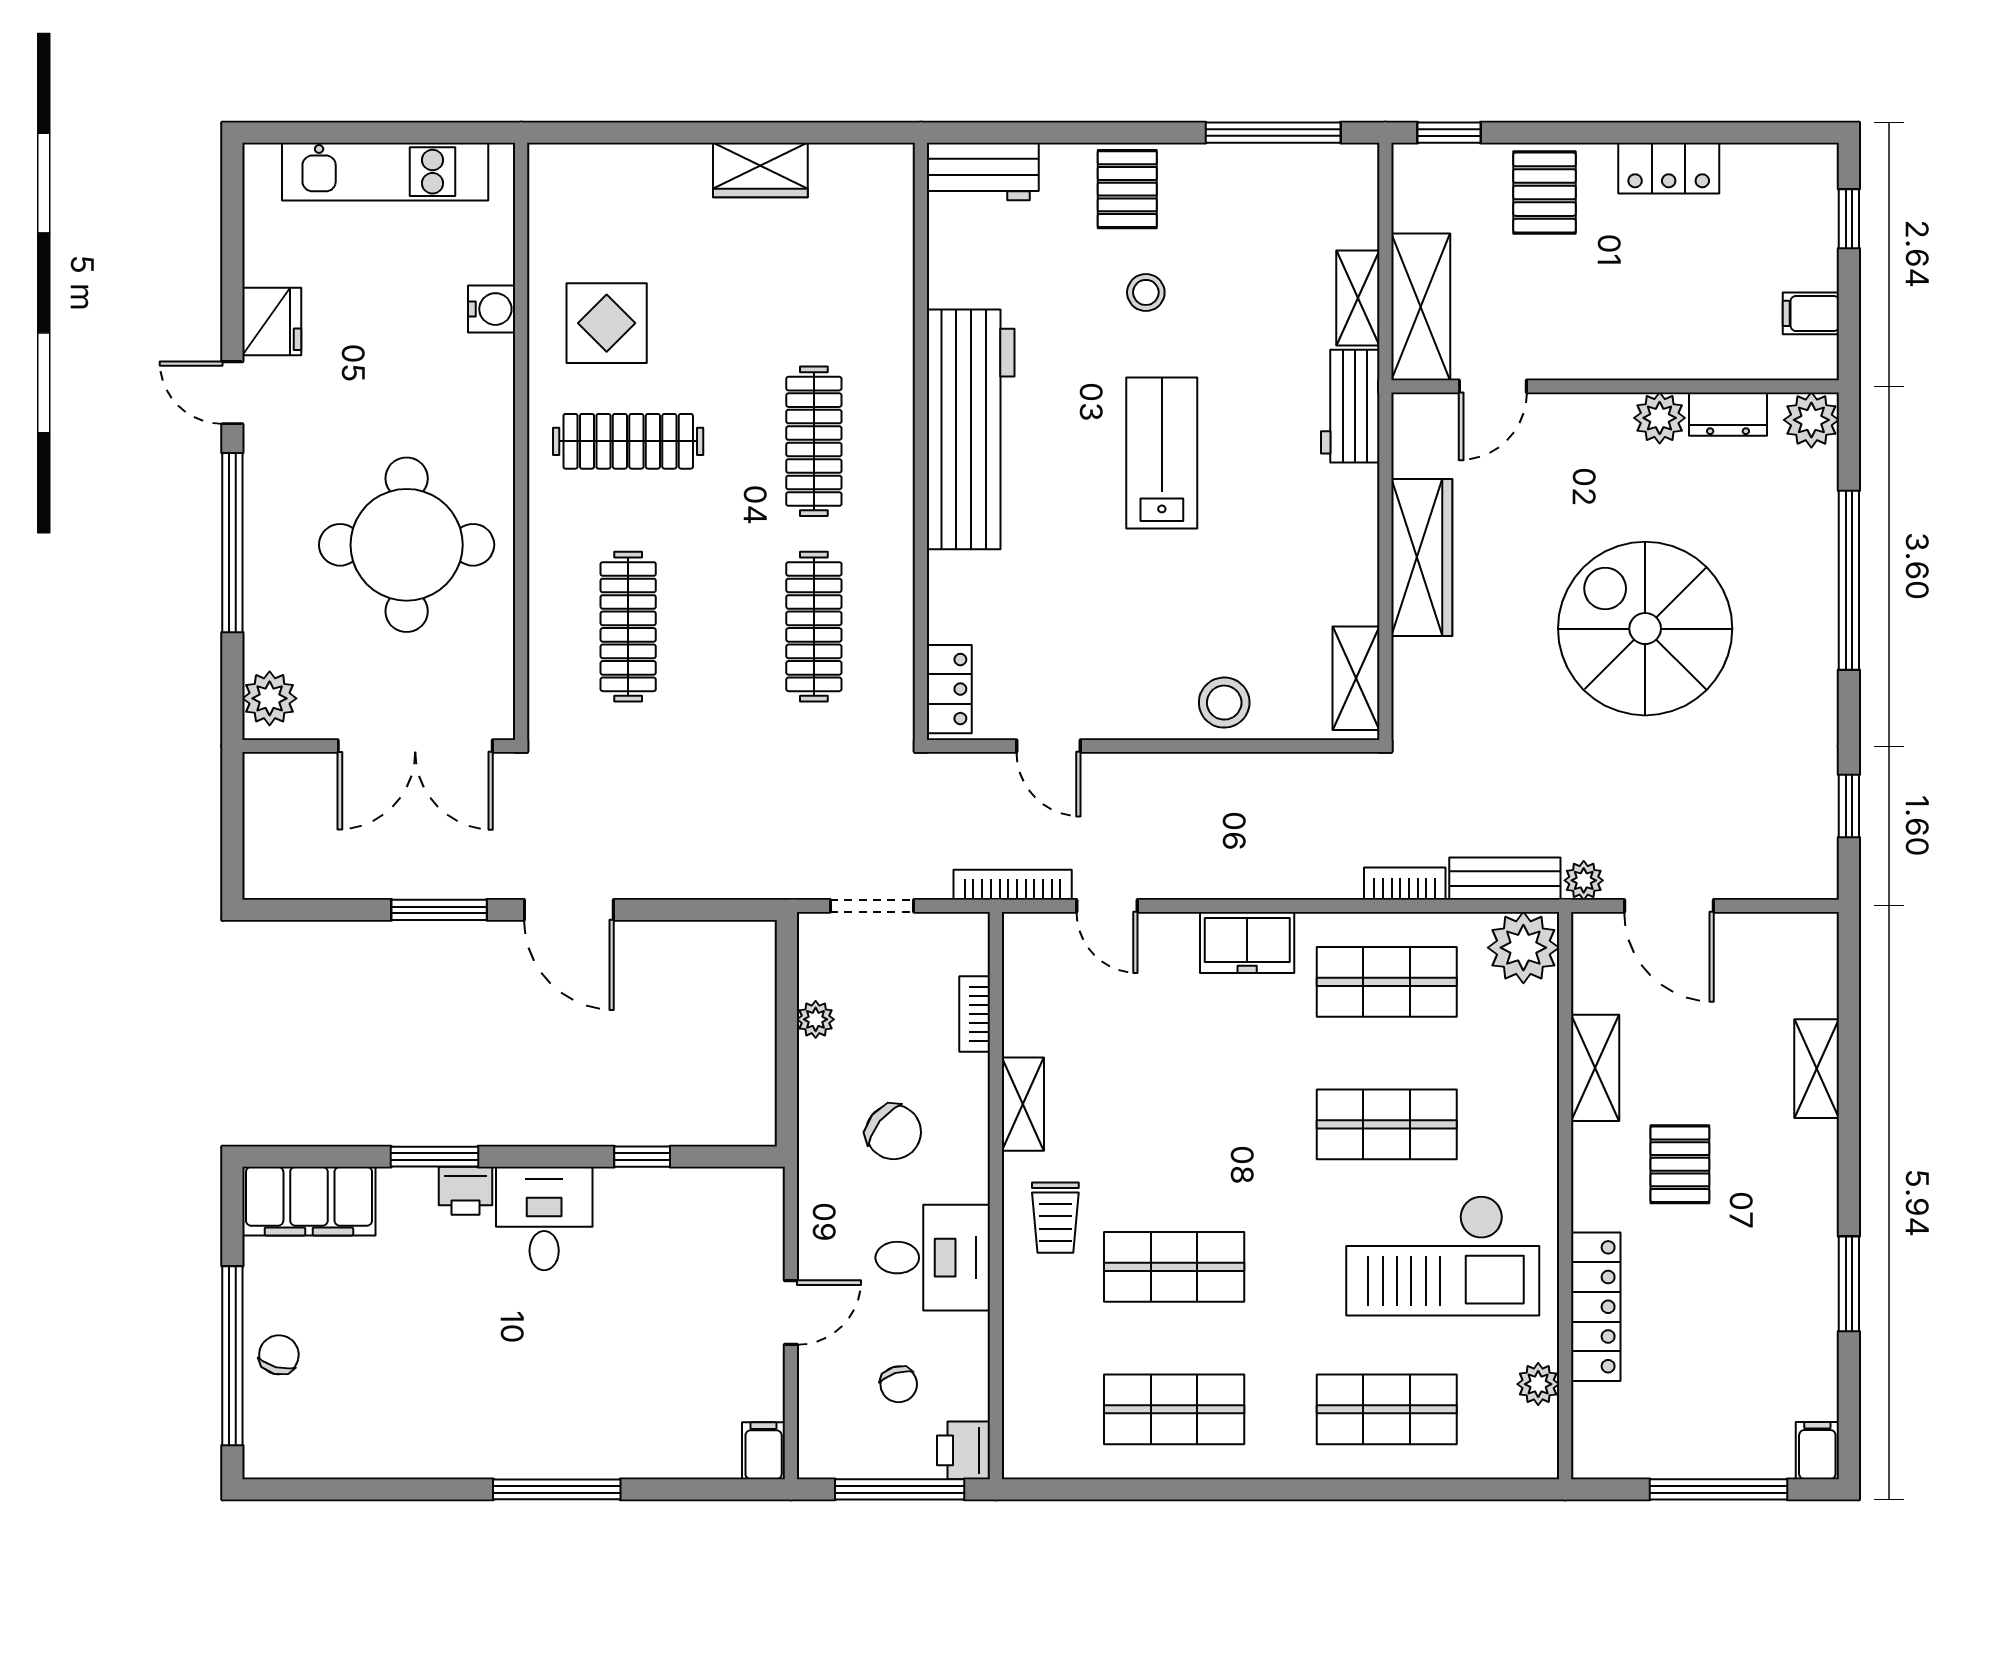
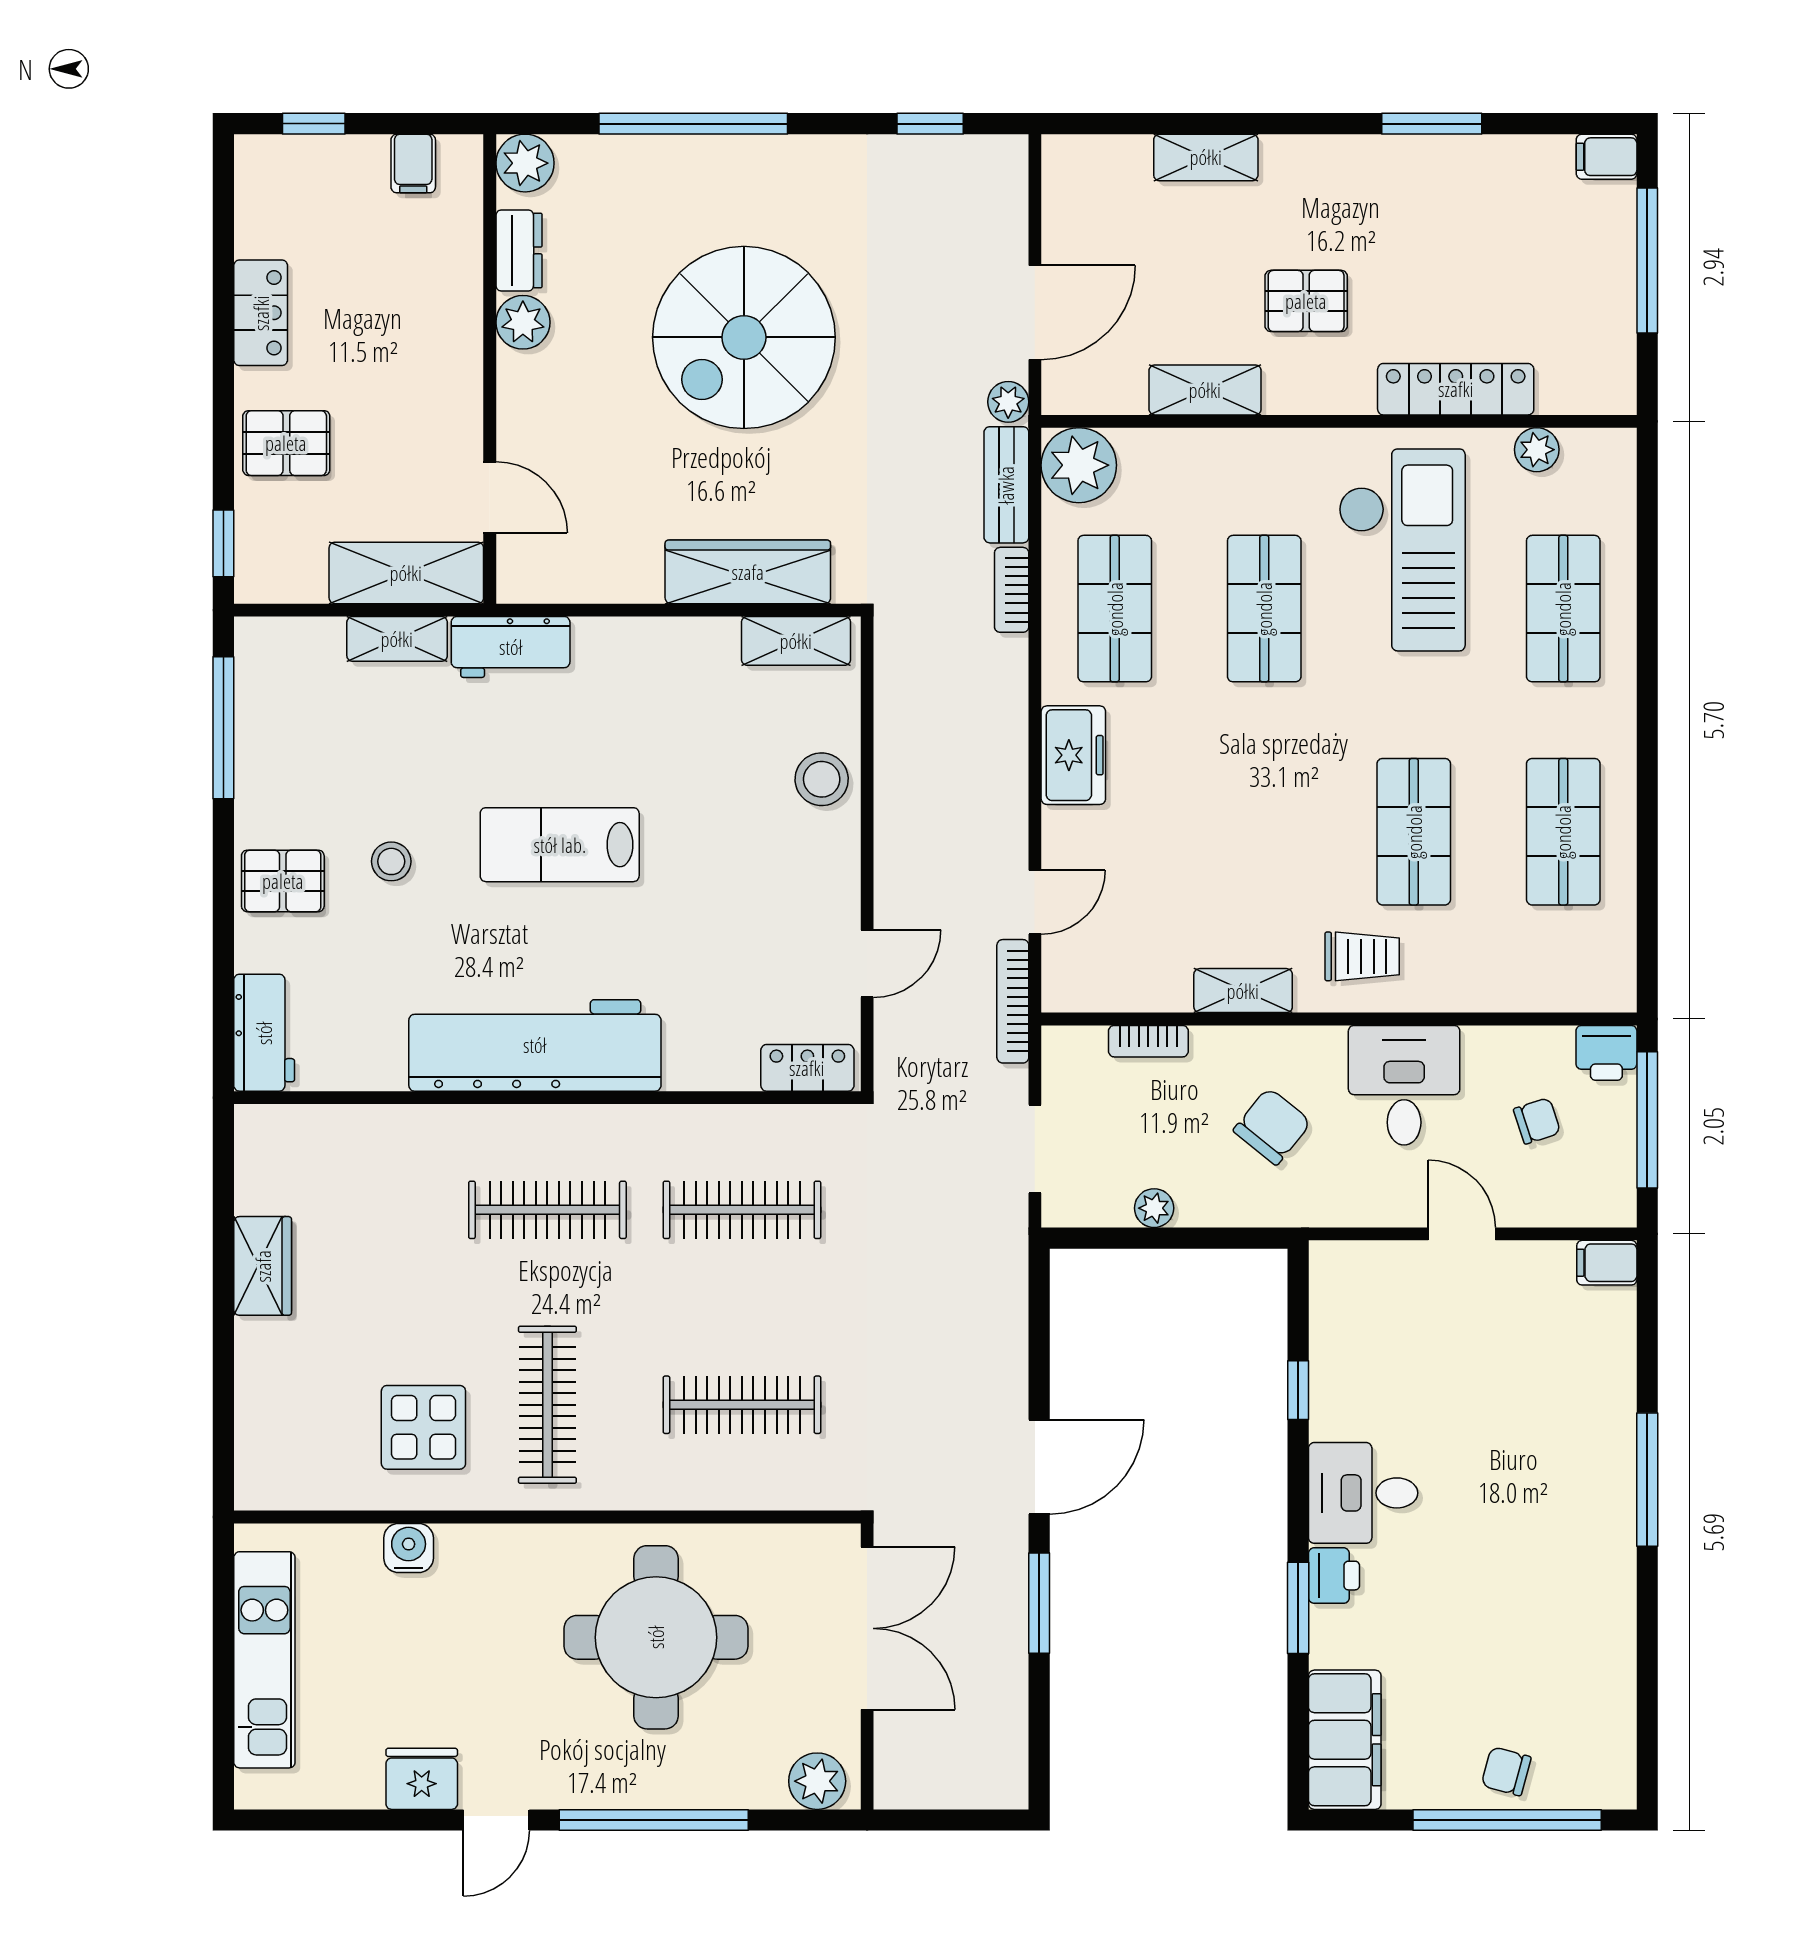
wardrobe: (1422, 558) -> (748, 572), moved

